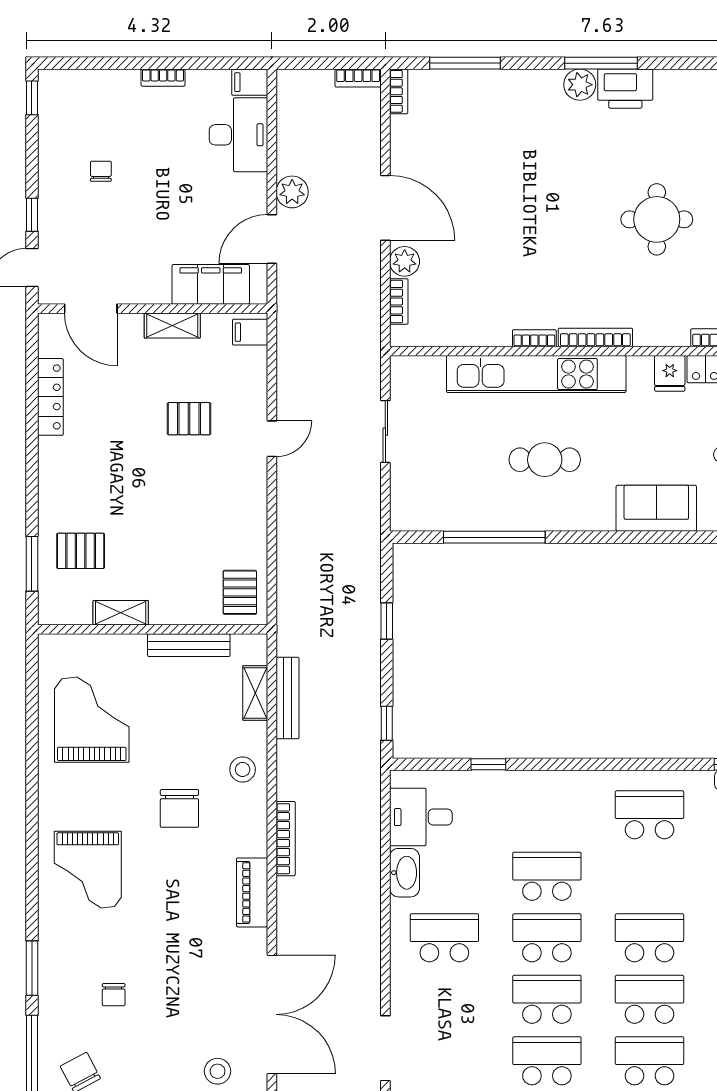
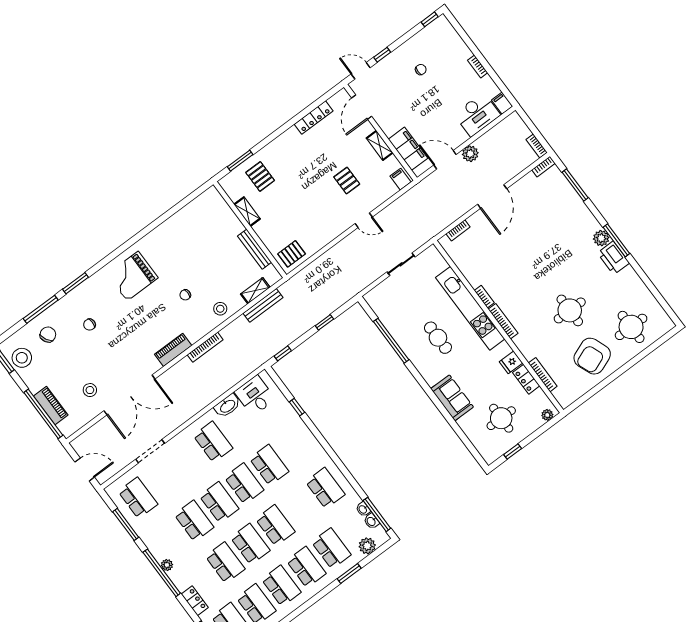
plant: (405, 261) -> (476, 221), removed
grand piano: (92, 720) -> (195, 232), removed
chair: (179, 808) -> (185, 295), width x0.54, depth x0.54

